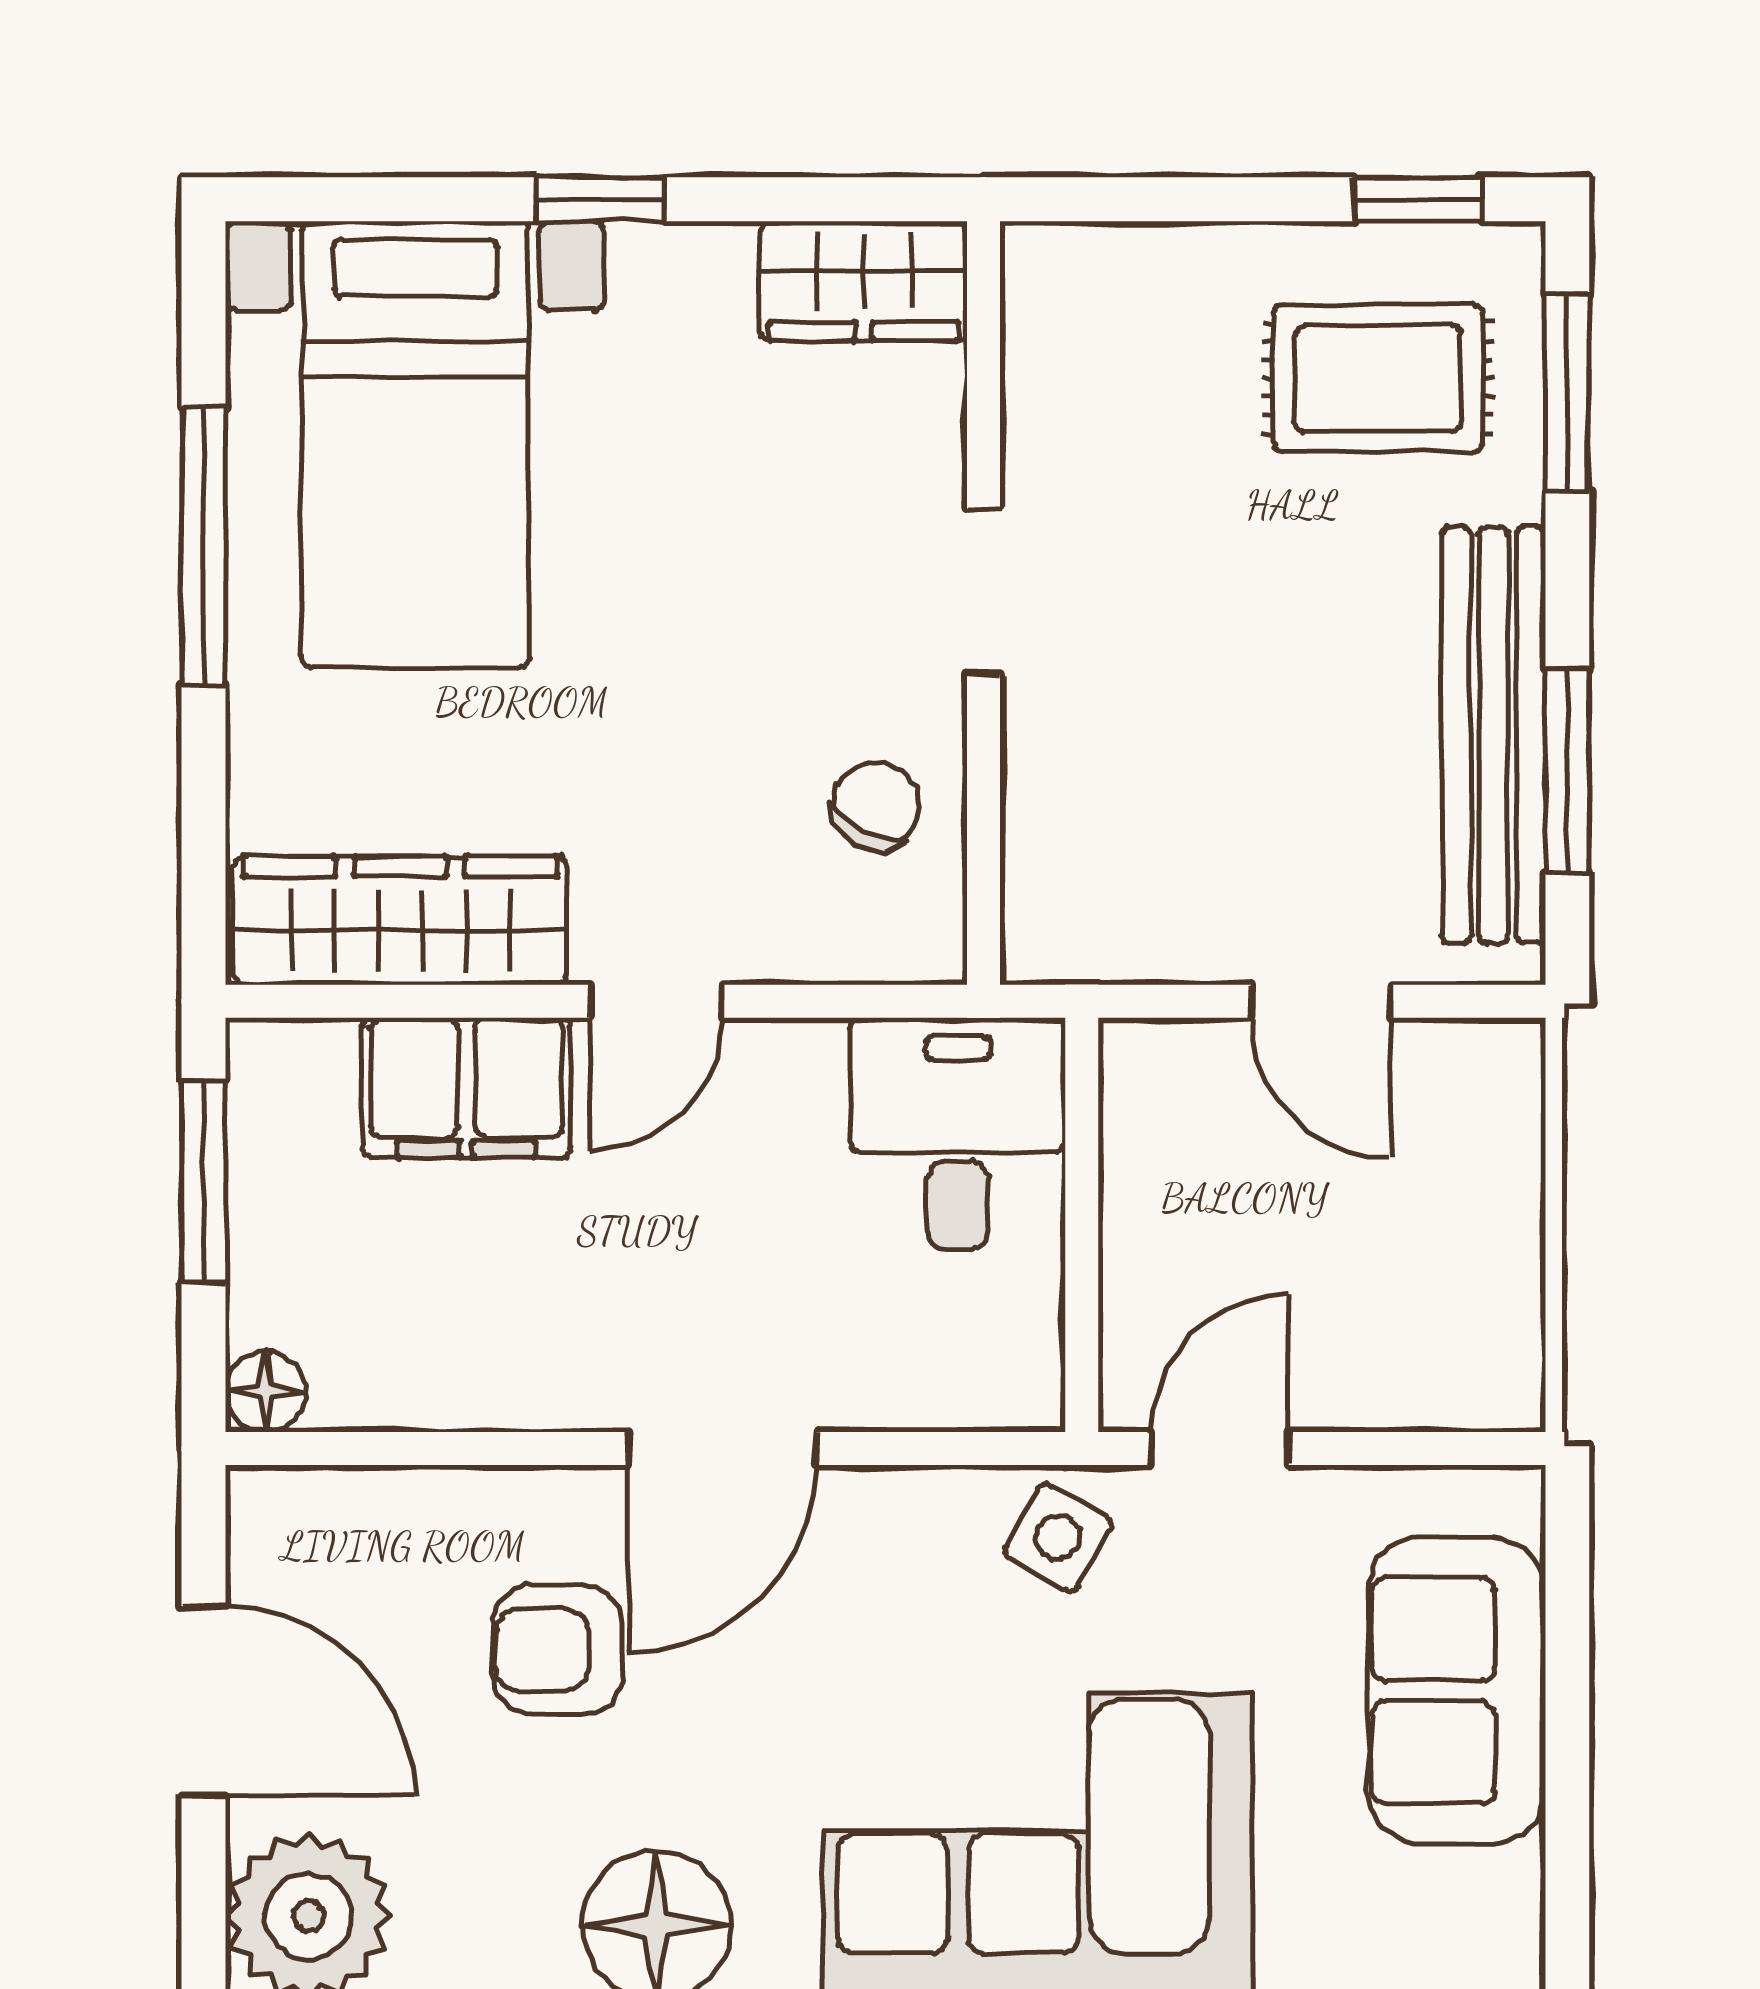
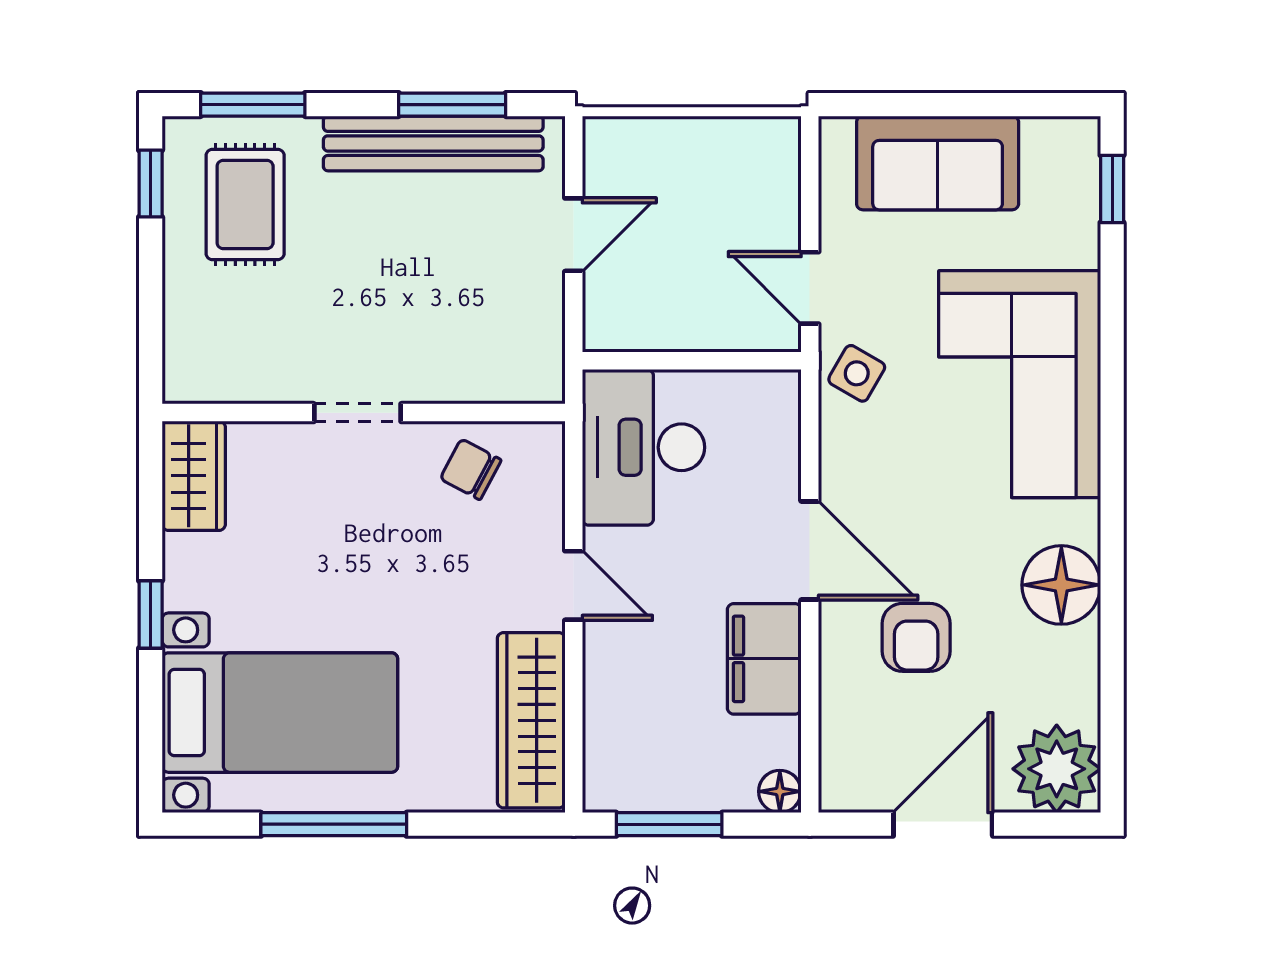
filing cabinet: (466, 1087) -> (764, 659), moved, turned 180
desk: (958, 1134) -> (644, 447), width x1.37

